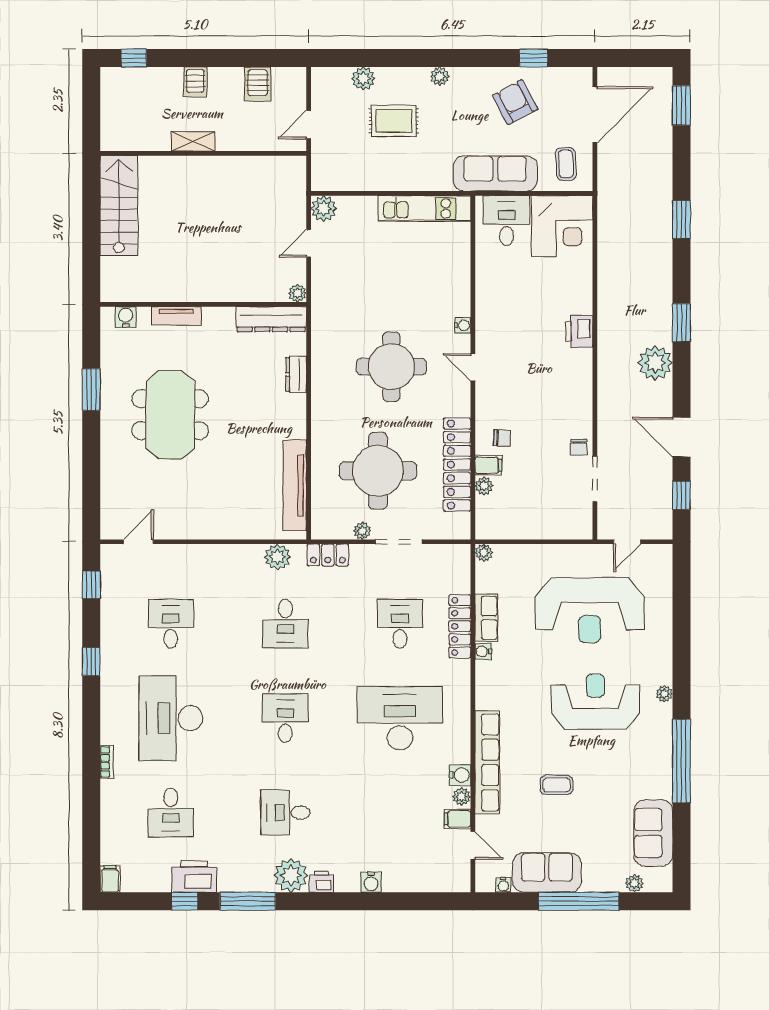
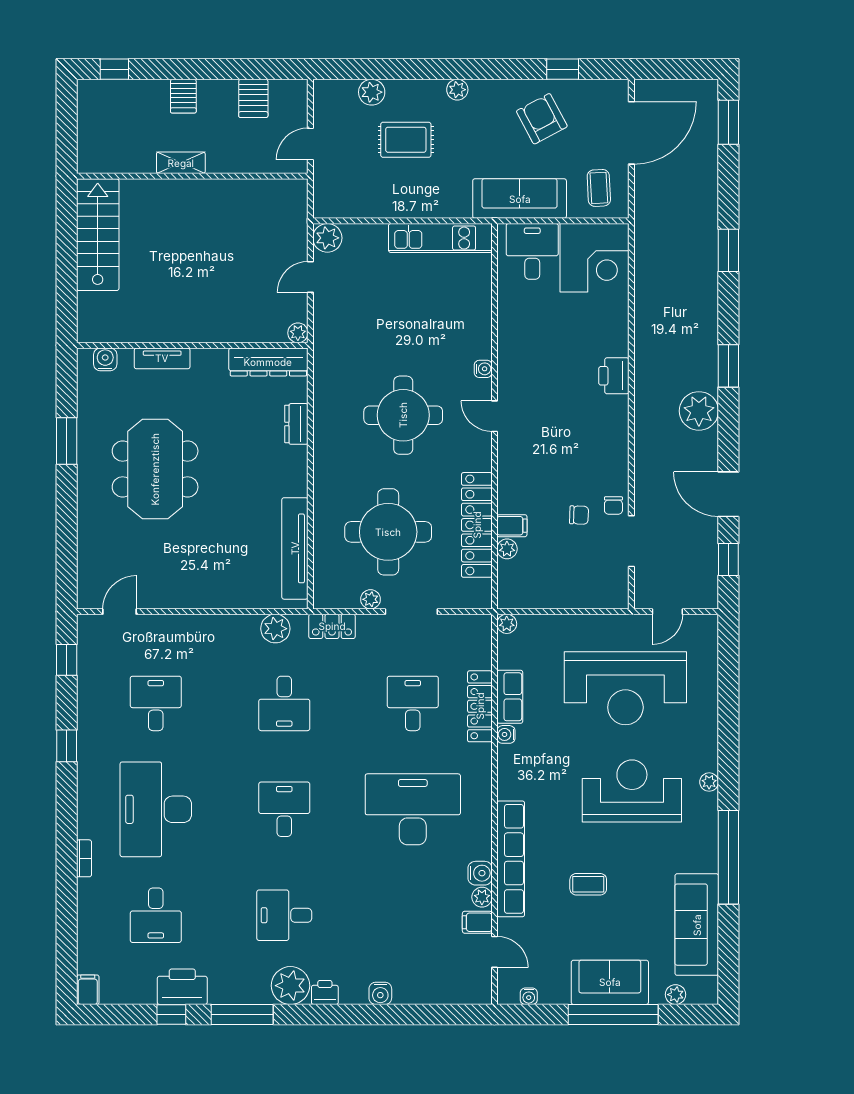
chair: (502, 438) -> (579, 515), moved
sofa: (653, 833) -> (697, 925), width x1.36
sofa: (547, 872) -> (610, 982), moved

